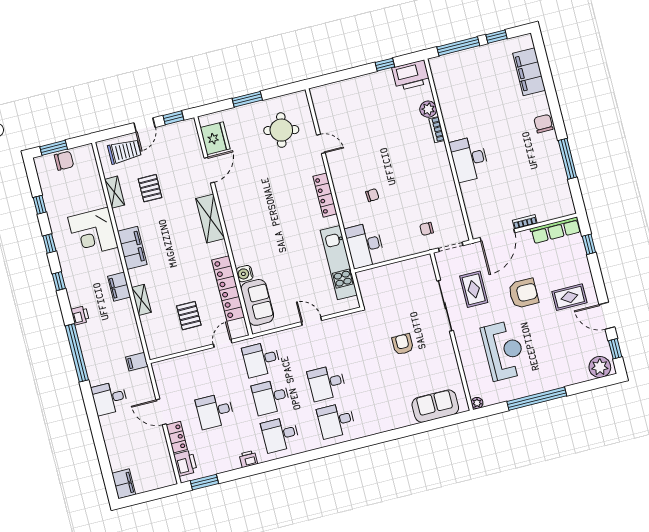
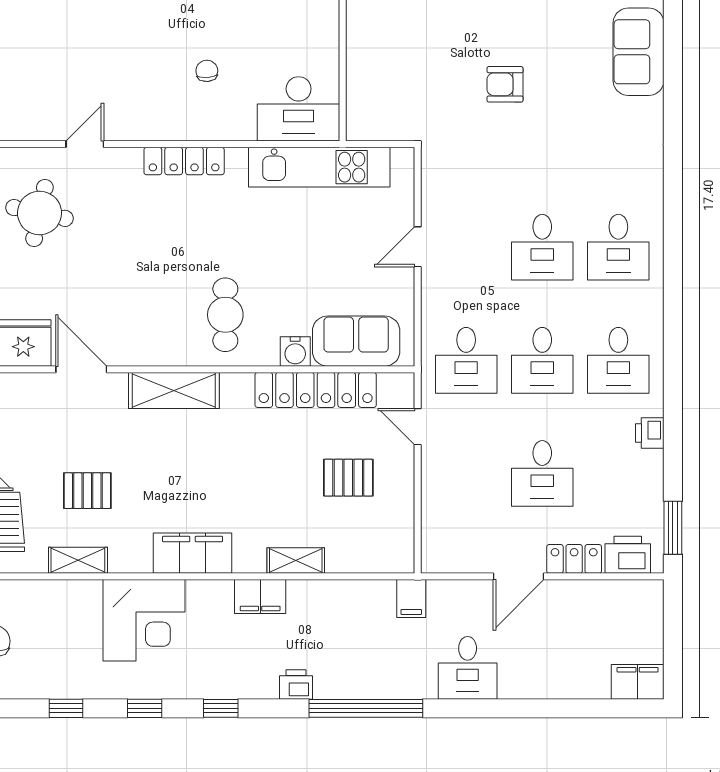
cafe table: (254, 235) -> (225, 315), added

